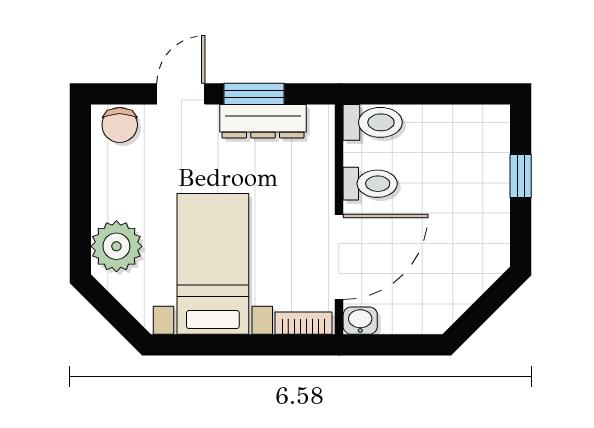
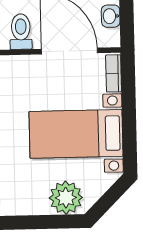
washbasin: (360, 321) -> (111, 16), moved

